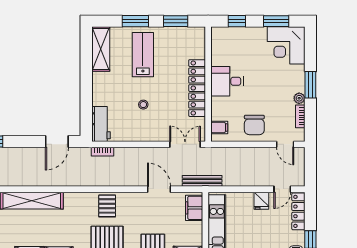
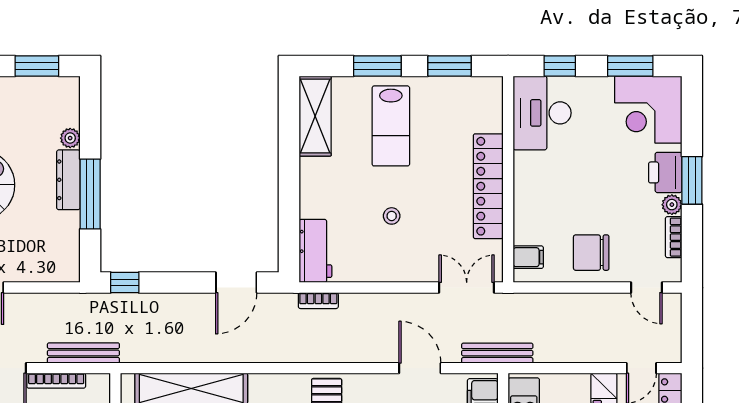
lab bench: (143, 55) -> (391, 126), turned 180
printer: (296, 80) -> (665, 172), added
desk: (227, 81) -> (542, 113), moved, width x1.37
chair: (254, 125) -> (591, 253), turned 90

